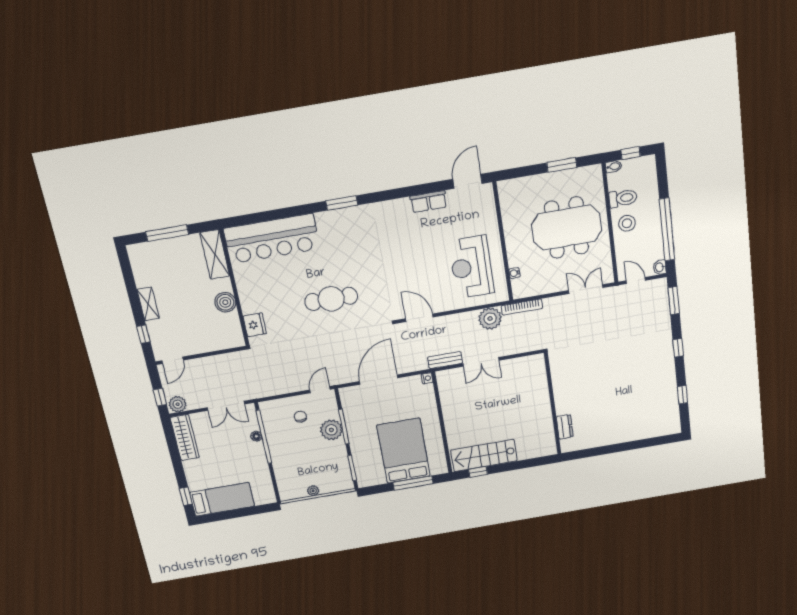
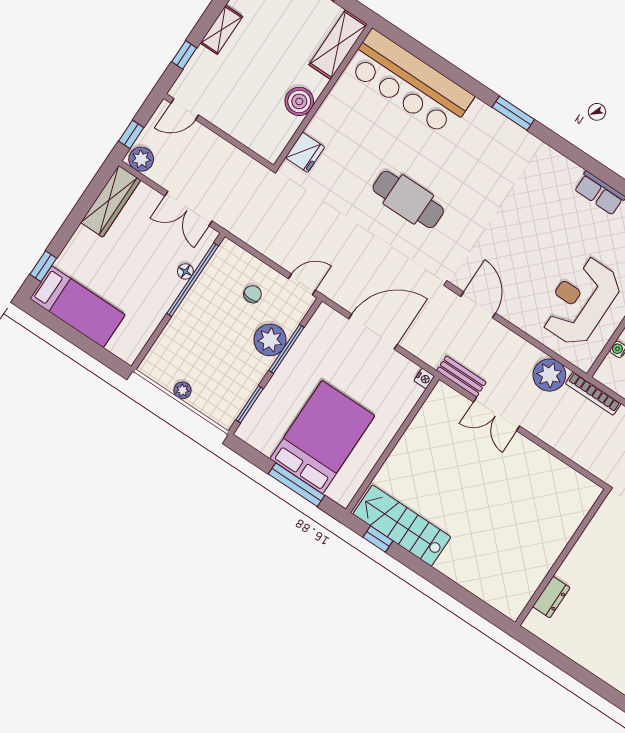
wall: (553, 404) -> (562, 557), moved
dresser: (565, 427) -> (551, 597), moved

